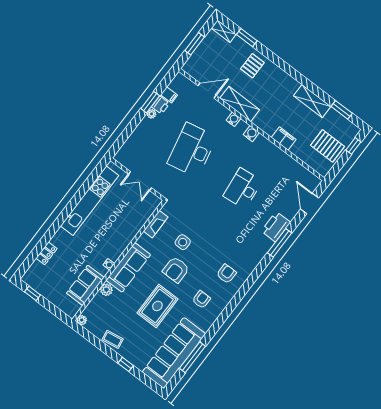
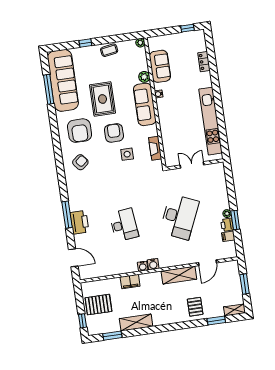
water cooler: (233, 119) -> (143, 266), moved
desk: (192, 150) -> (179, 217), turned 36
armchair: (226, 274) -> (80, 162), turned -128
armchair: (201, 300) -> (80, 131), width x1.88, depth x1.88

